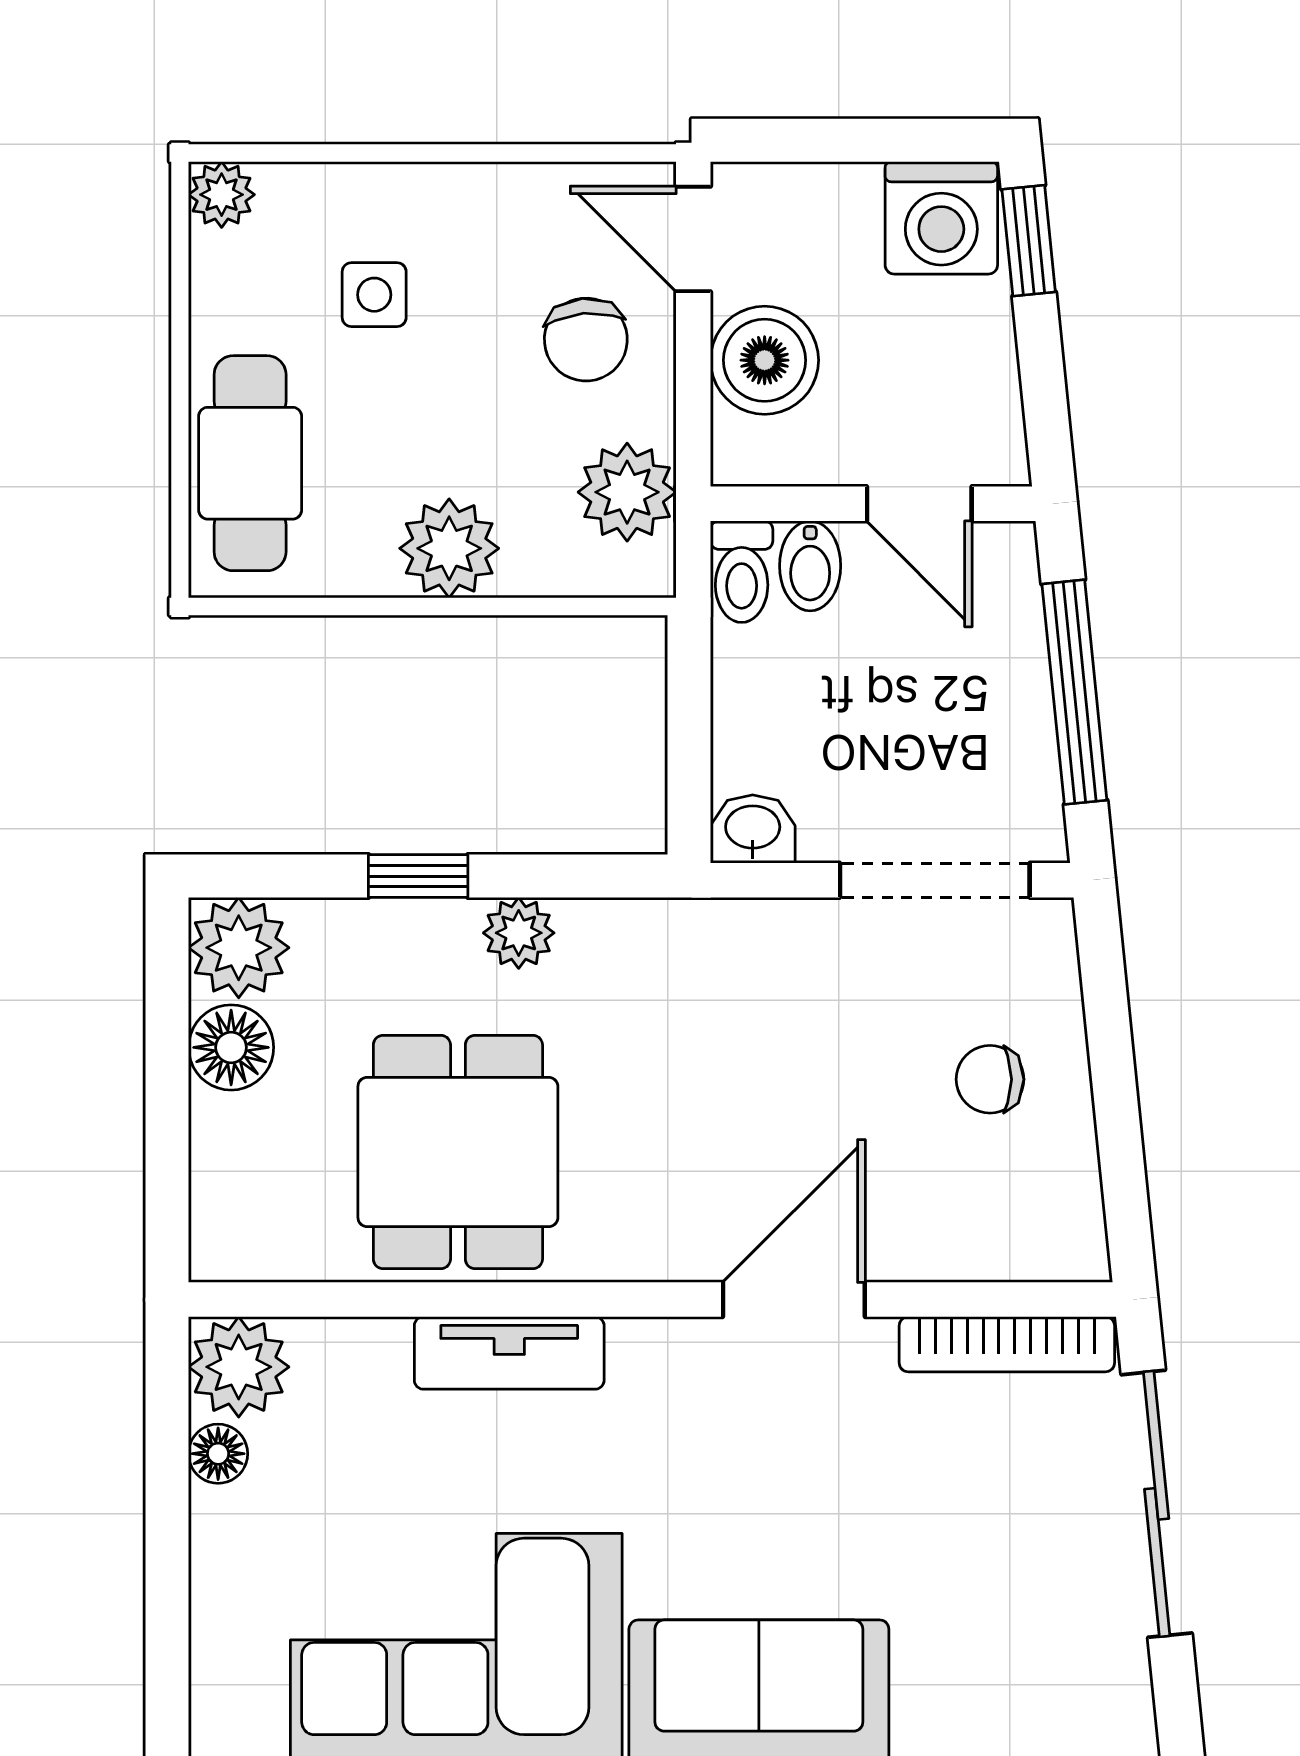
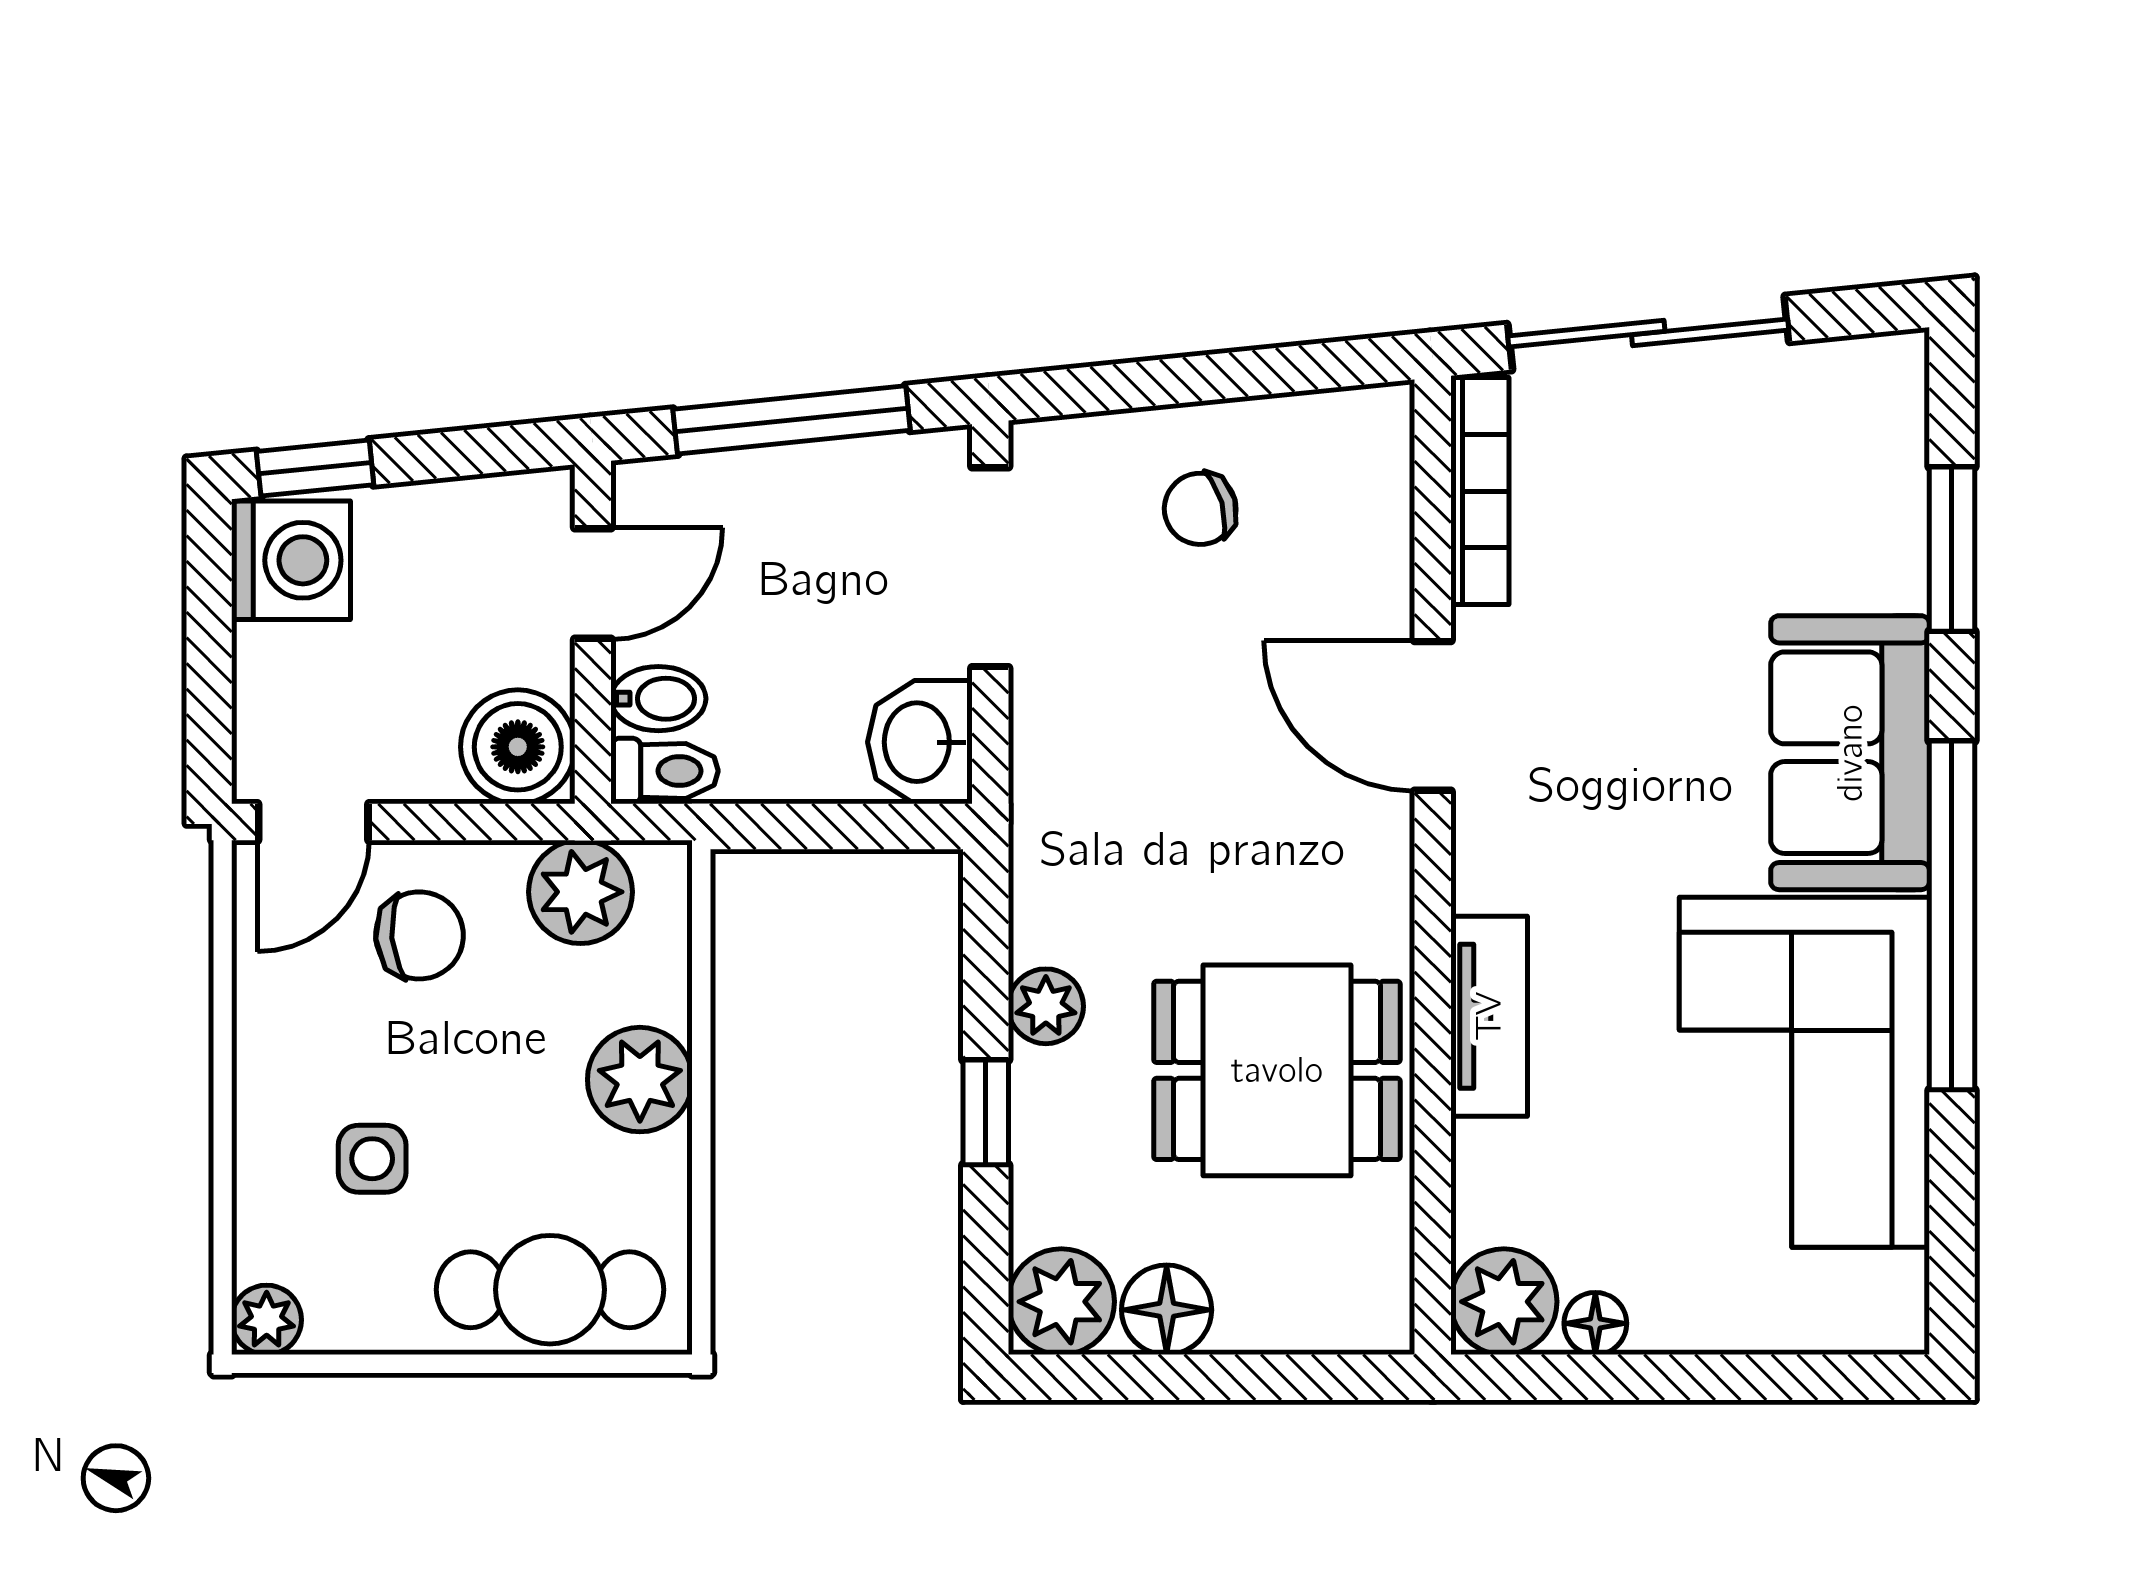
boiler: (765, 360) -> (518, 747), moved
washbasin: (753, 829) -> (920, 742), width x1.38, depth x1.45
chair: (990, 1079) -> (1200, 509), turned 74

